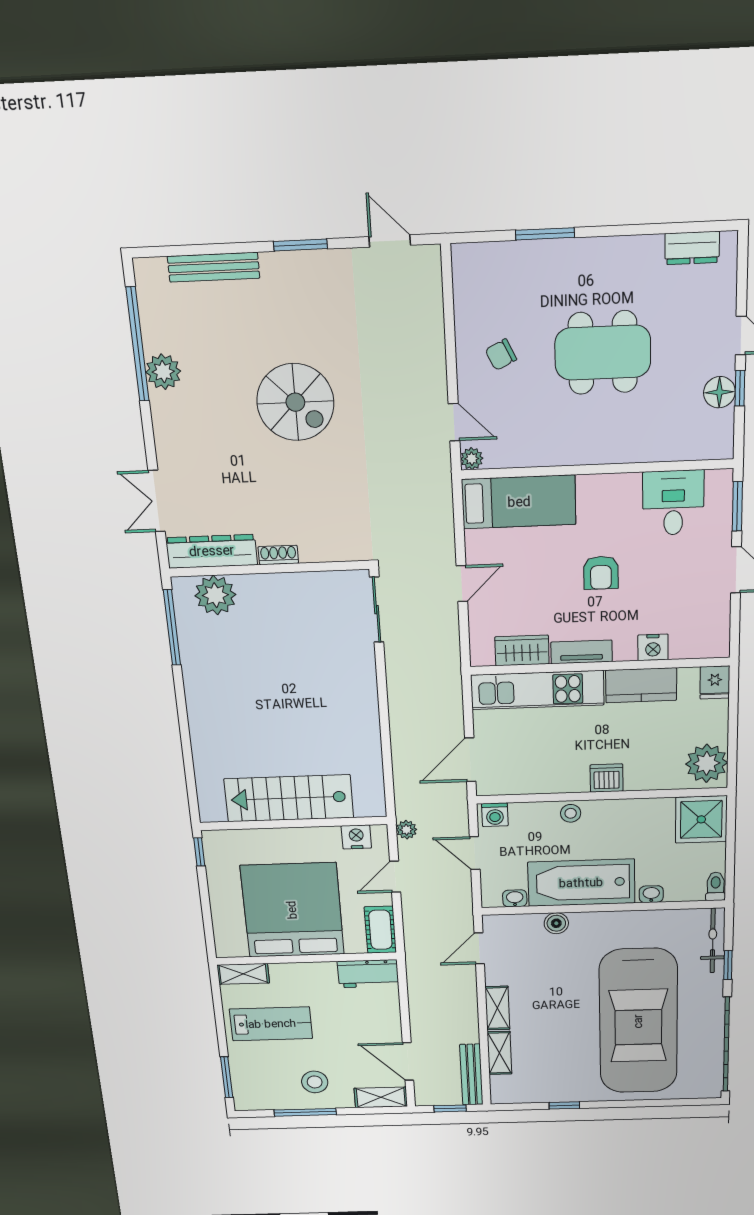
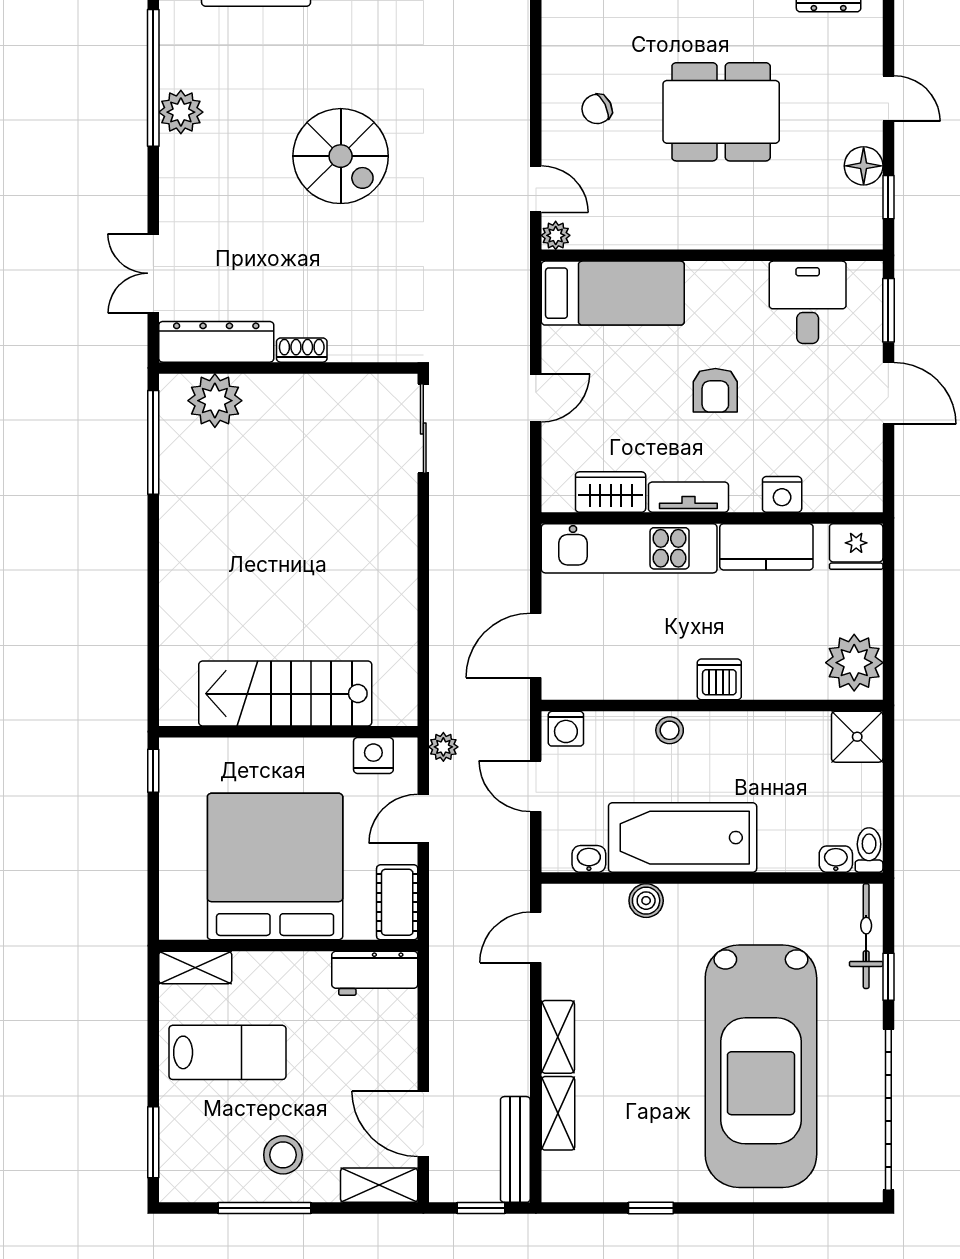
window: (740, 388) -> (888, 197), moved
fridge: (715, 682) -> (856, 546), width x1.38
shower: (701, 819) -> (857, 737), width x0.73, depth x0.73
washbasin: (651, 894) -> (836, 859), moved

